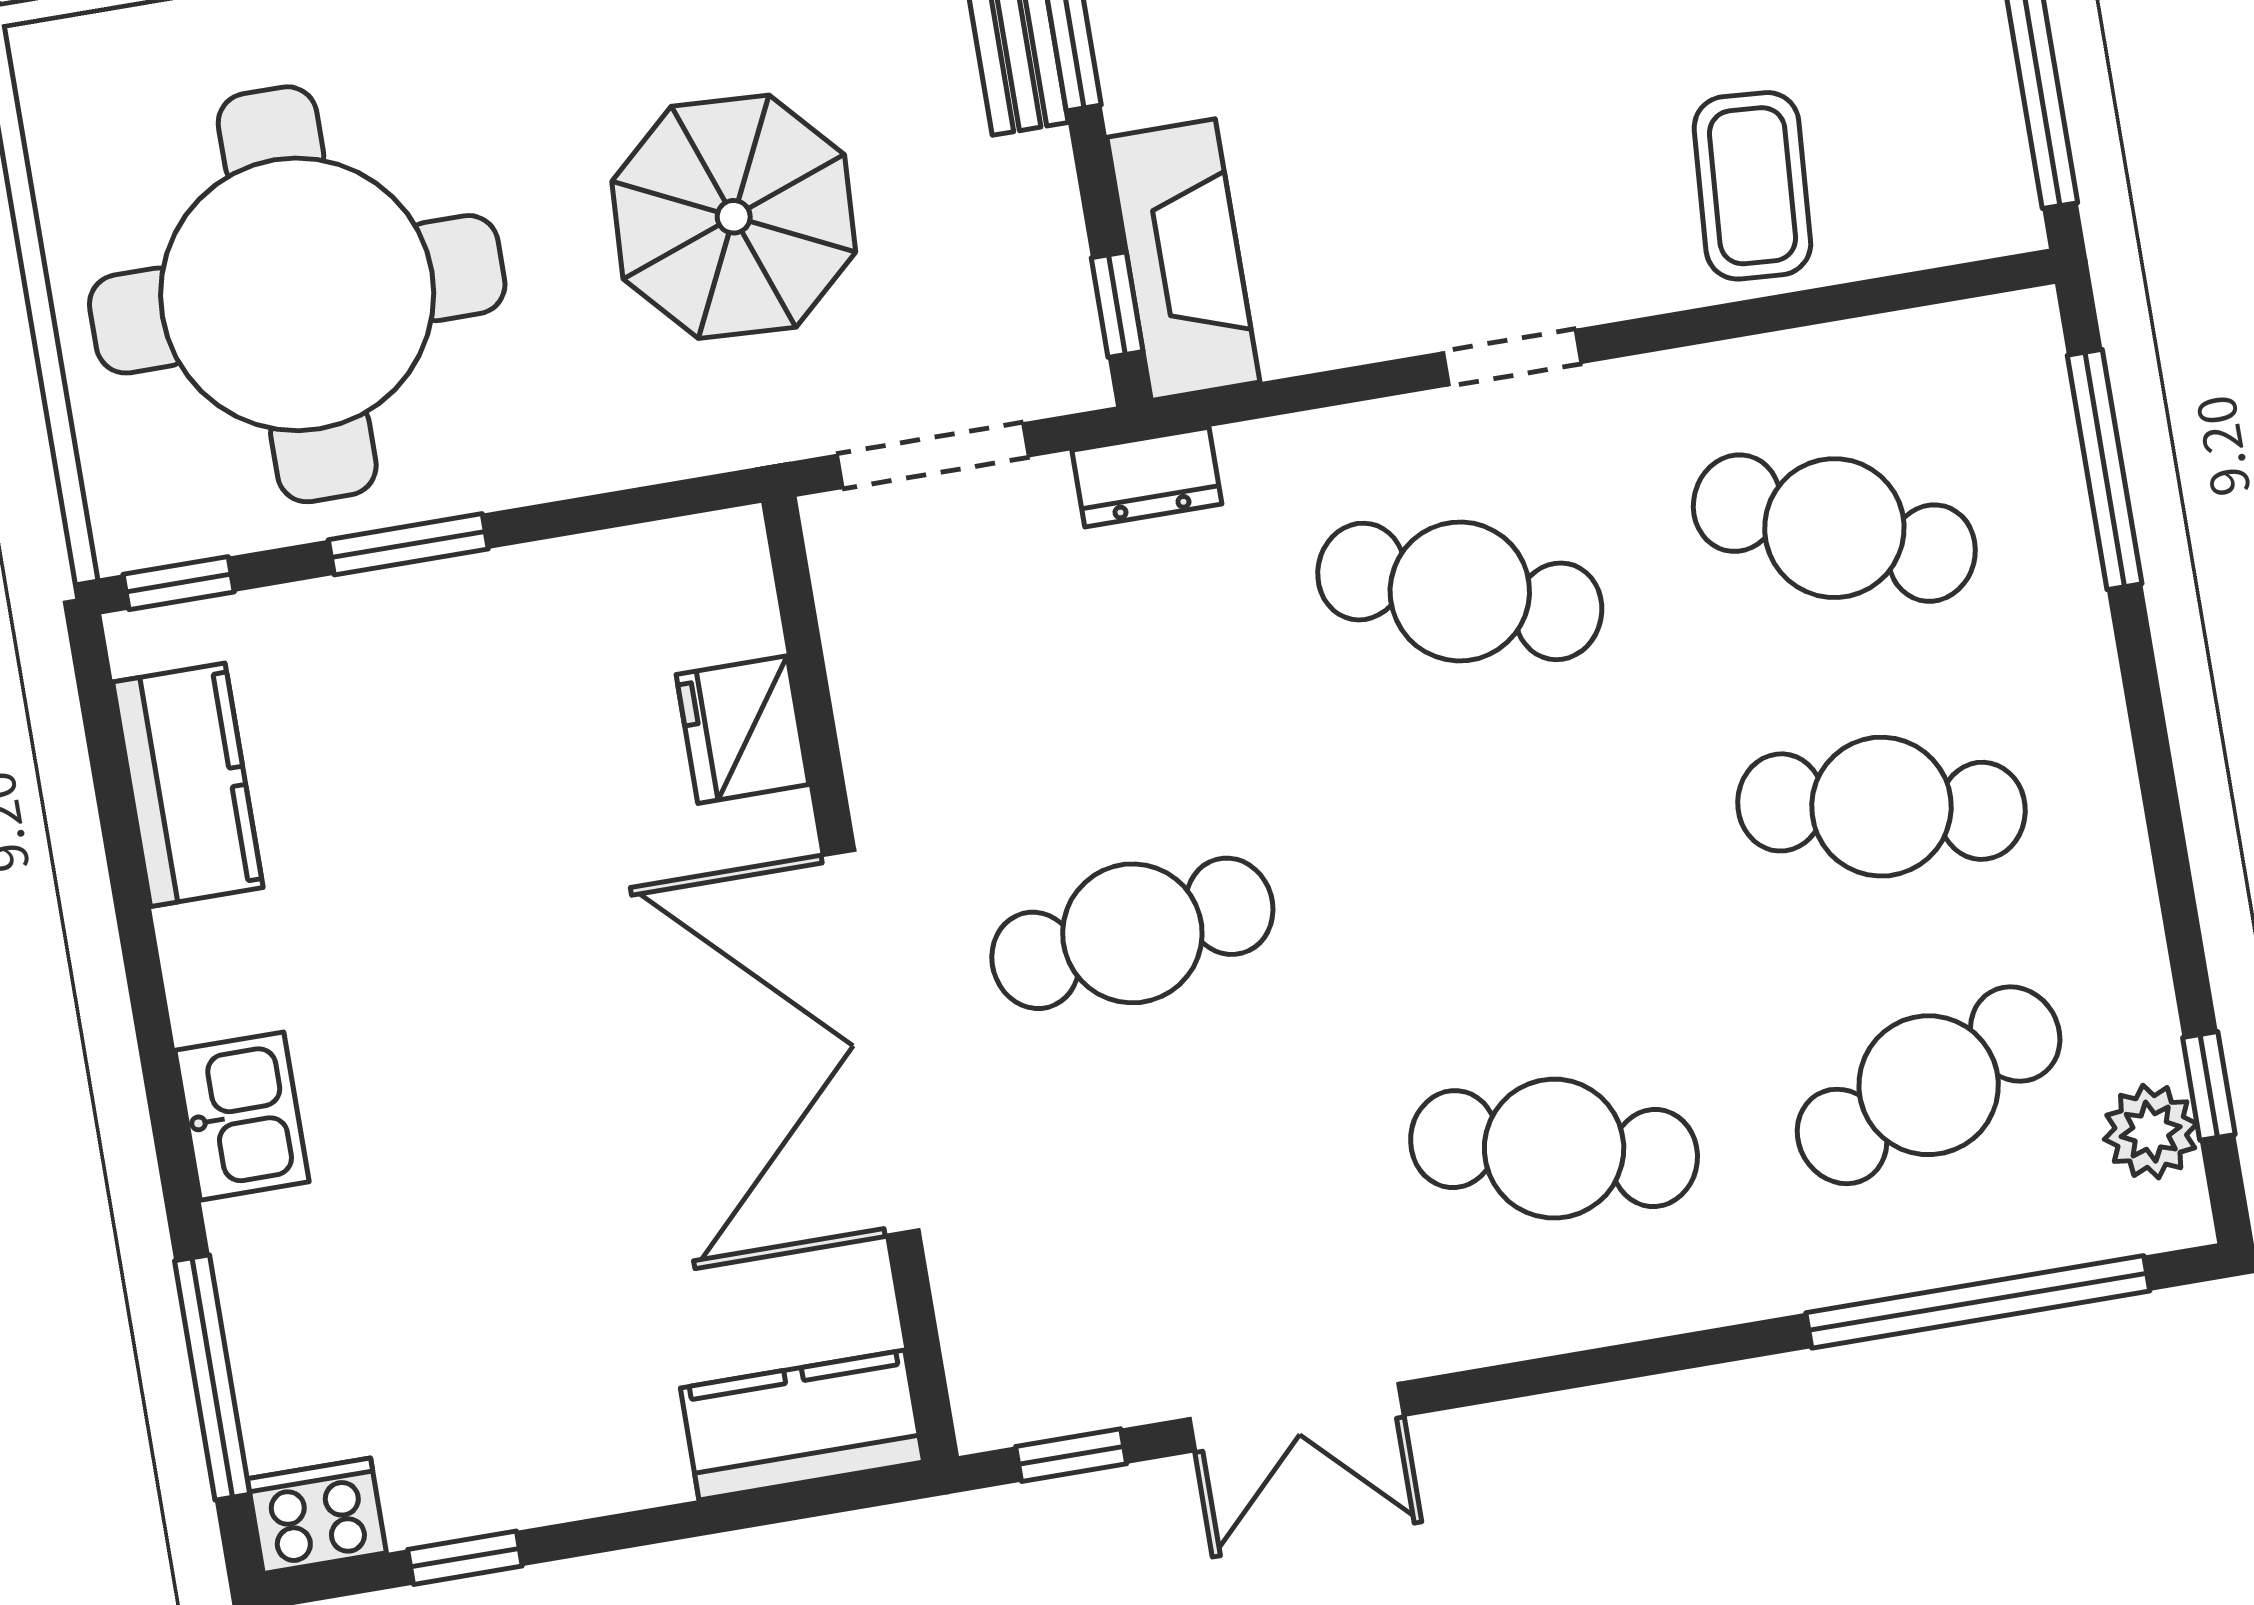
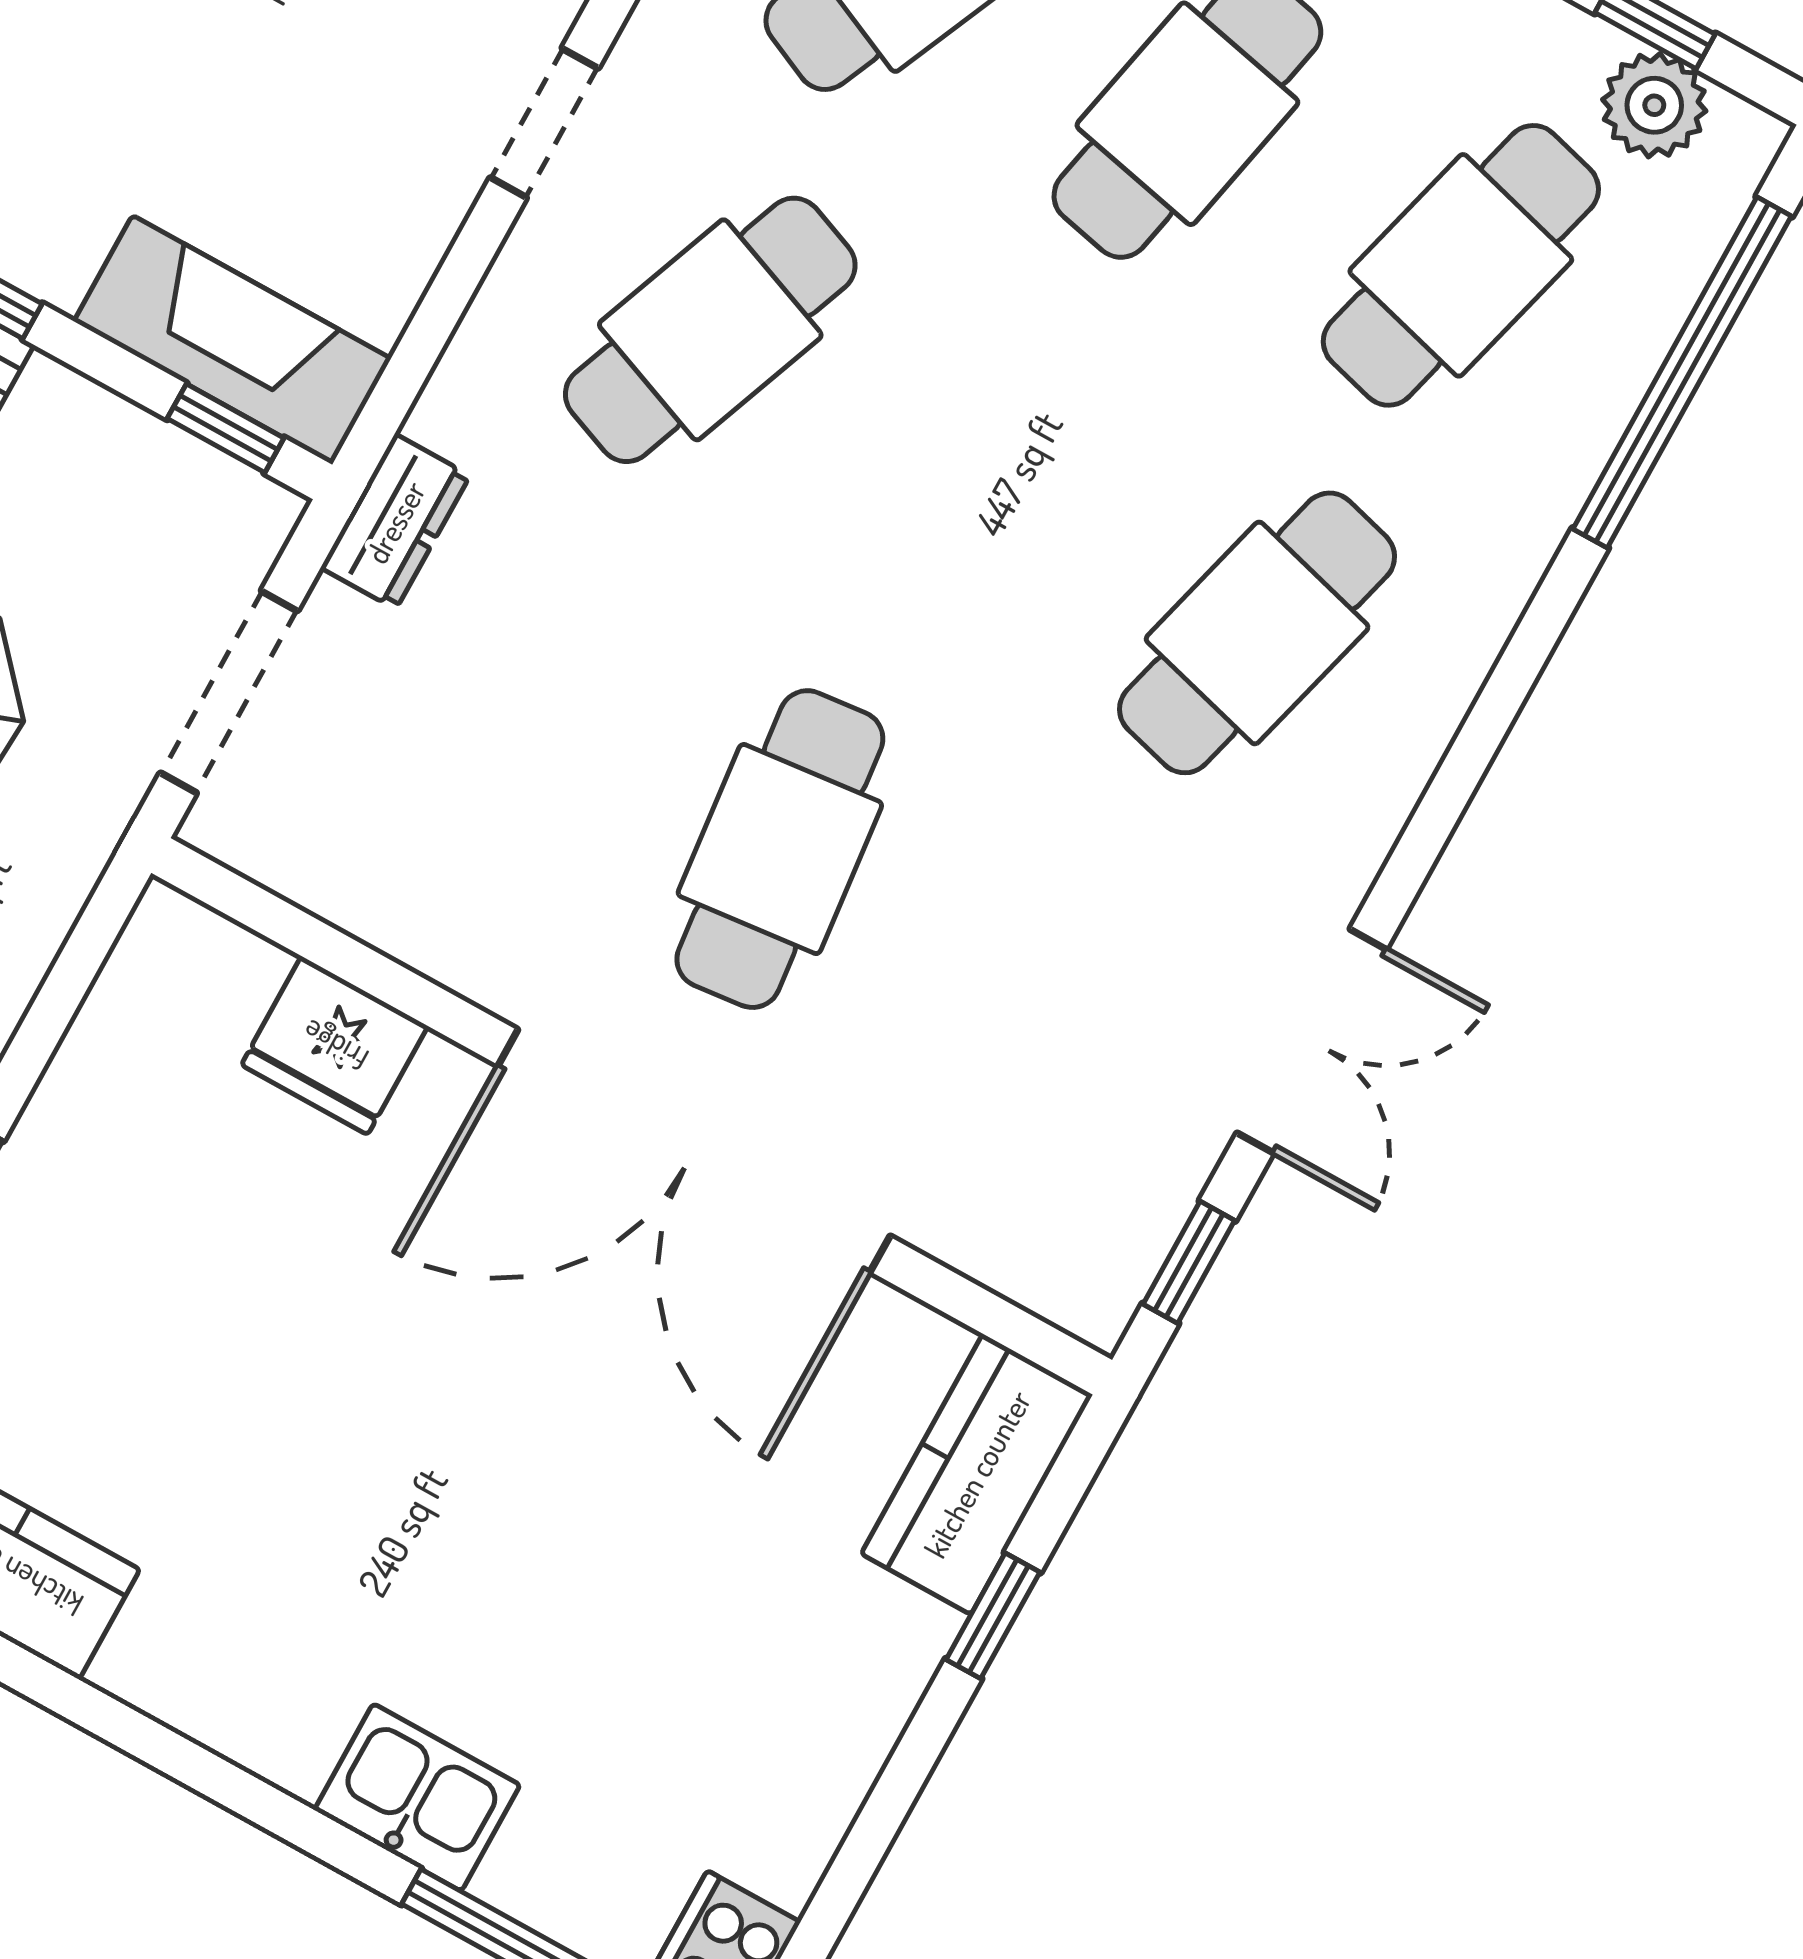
cafe table: (1929, 1085) -> (1461, 265), turned 36
kitchen sink: (242, 1116) -> (417, 1797), moved
window: (465, 1558) -> (993, 1616), moved

